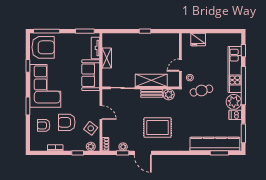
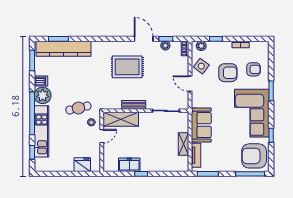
freezer: (156, 39) -> (129, 165), added
shelving: (151, 80) -> (121, 119), moved
plant: (169, 95) -> (115, 104), removed

